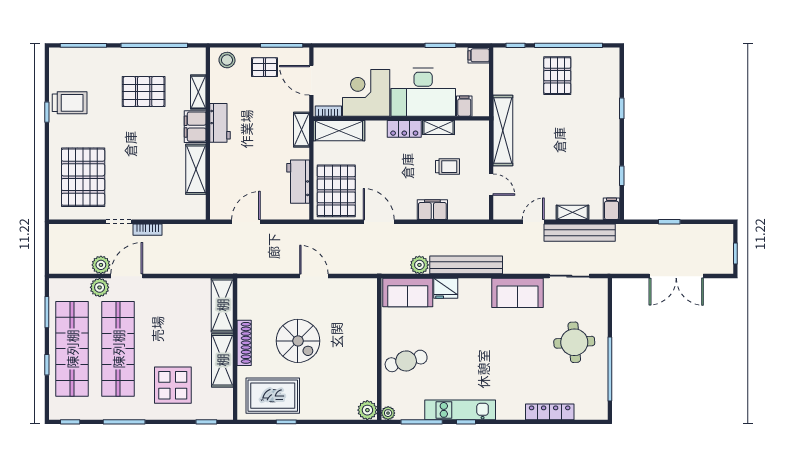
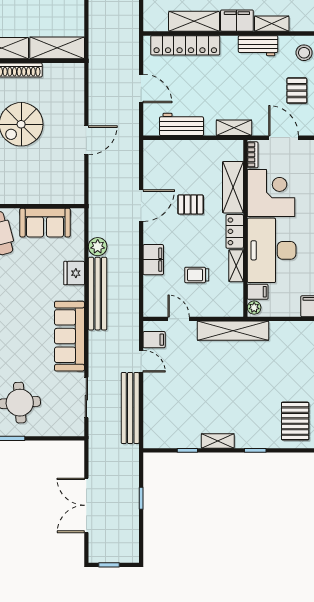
pallet: (557, 76) -> (295, 421), moved, turned 90
door: (311, 80) -> (284, 138), hinge flipped
plant: (480, 110) -> (254, 308), added
workbench: (220, 123) -> (258, 46), moved
shelving: (339, 131) -> (233, 187), moved
trolley: (448, 167) -> (197, 275), turned 90
locker: (220, 178) -> (185, 45), added
door: (491, 185) -> (179, 319), swing flipped
pallet: (336, 191) -> (191, 204), moved, width x0.49, depth x0.50
filing cabinet: (612, 209) -> (154, 340), moved
shelving: (572, 212) -> (218, 441), moved, turned 90
door: (246, 222) -> (141, 88), moved
sofa: (408, 292) -> (45, 223), moved, turned -90
sofa: (518, 293) -> (69, 336), width x1.36

